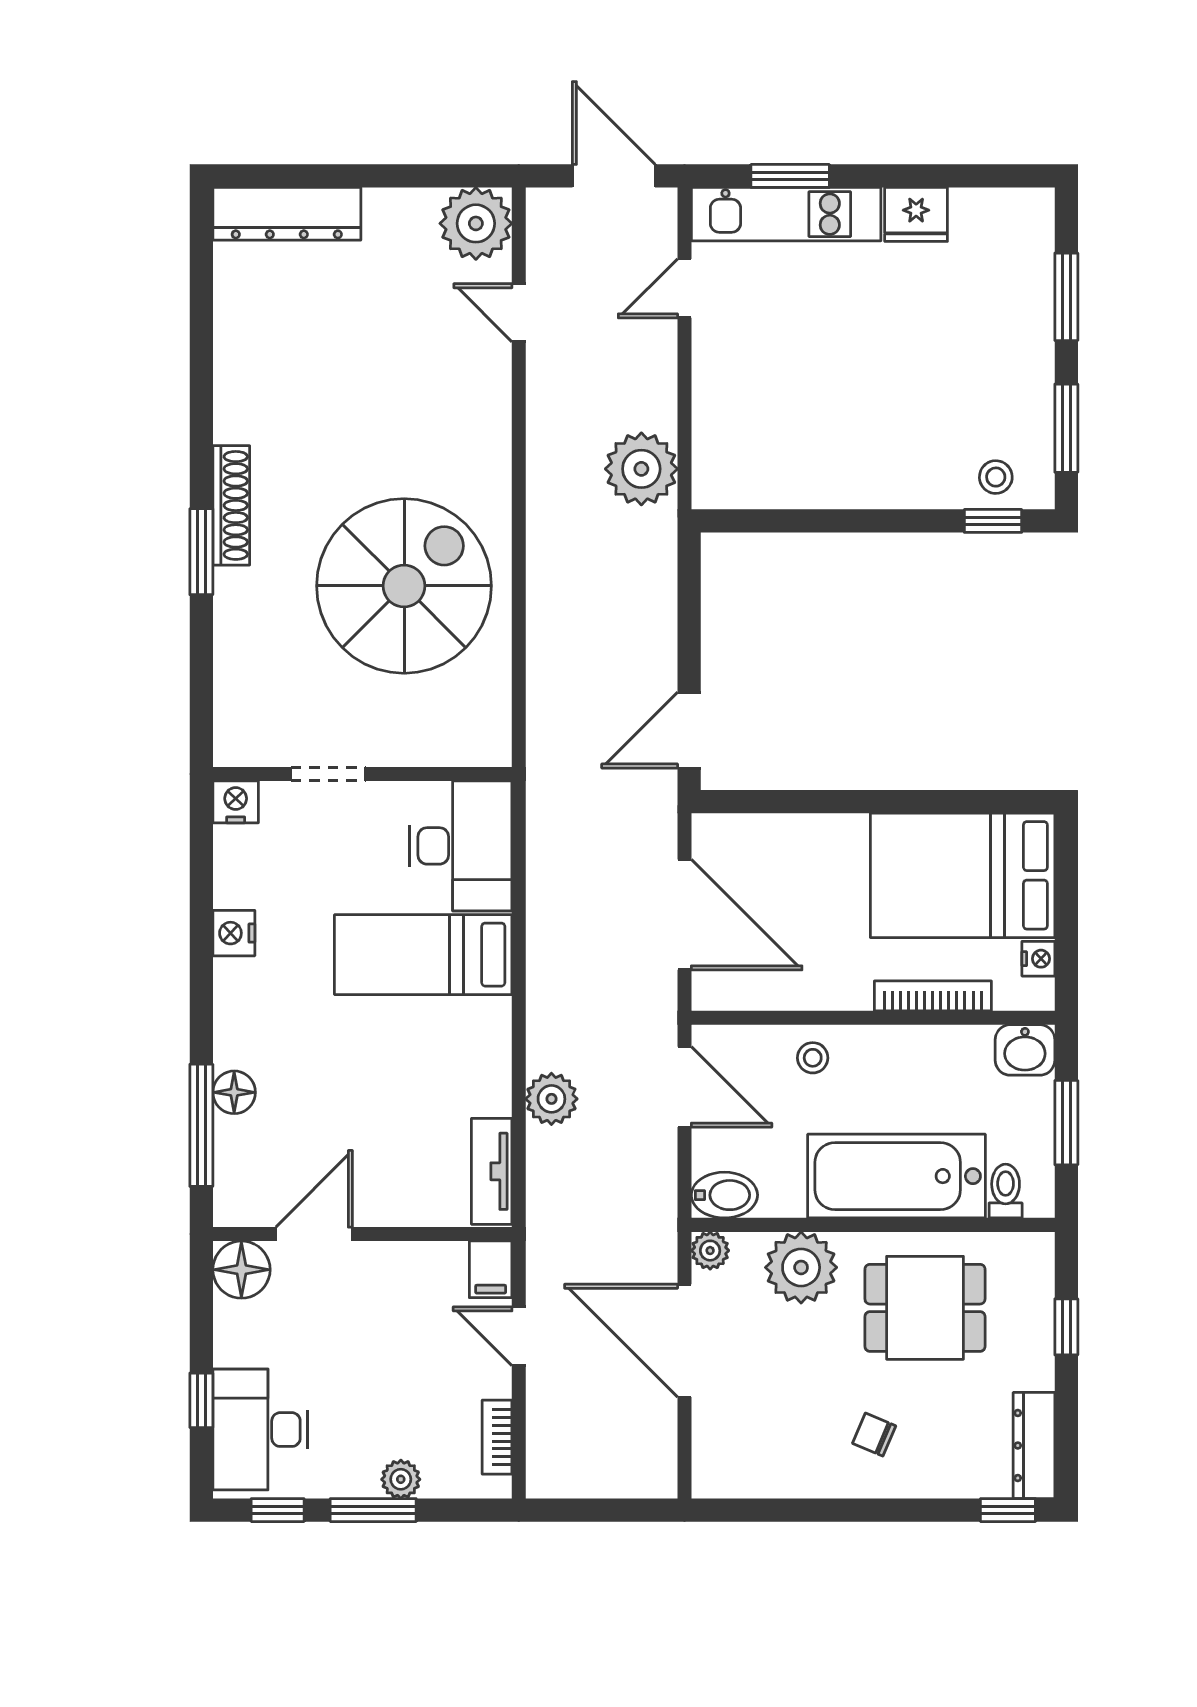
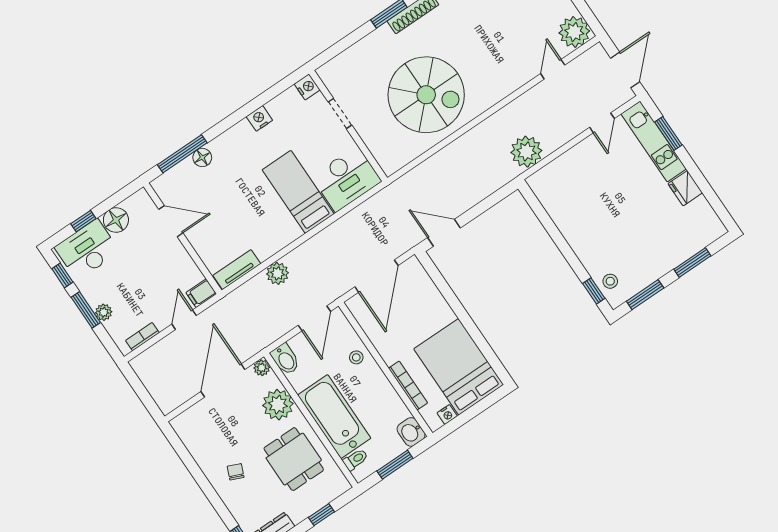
door: (684, 288) -> (602, 123), swing flipped
floor lamp: (241, 1270) -> (116, 220), moved

